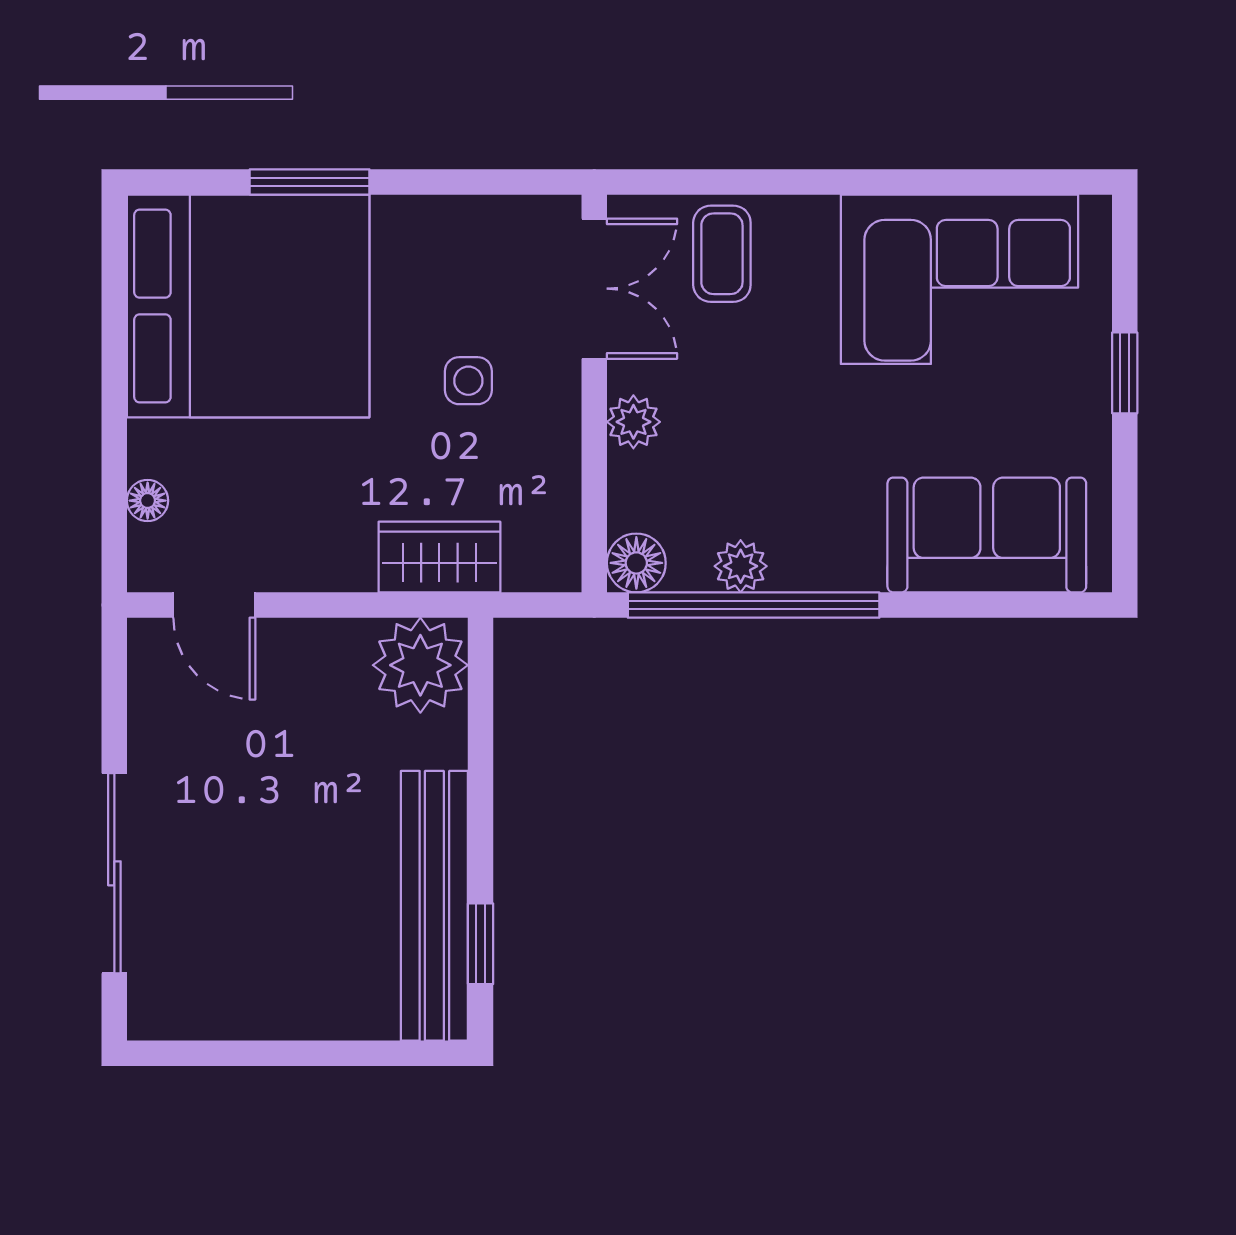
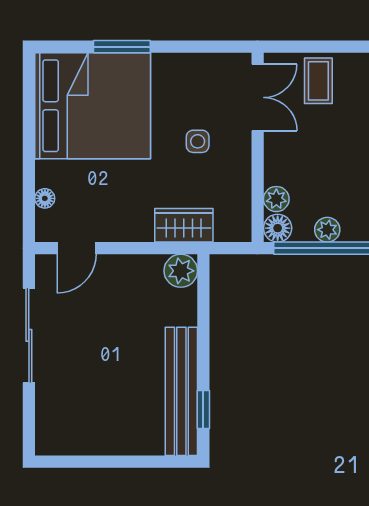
plant: (633, 422) -> (276, 199), moved
door: (214, 605) -> (77, 248), hinge flipped
plant: (420, 665) -> (181, 271), width x0.73, depth x0.73
sliding door: (114, 873) -> (29, 335), moved

